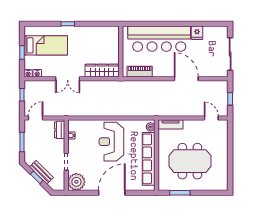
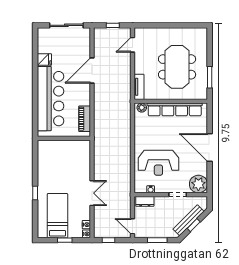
wardrobe: (102, 71) -> (84, 158), removed
reception desk: (111, 142) -> (158, 163), moved
bench: (41, 172) -> (188, 220), width x1.36

